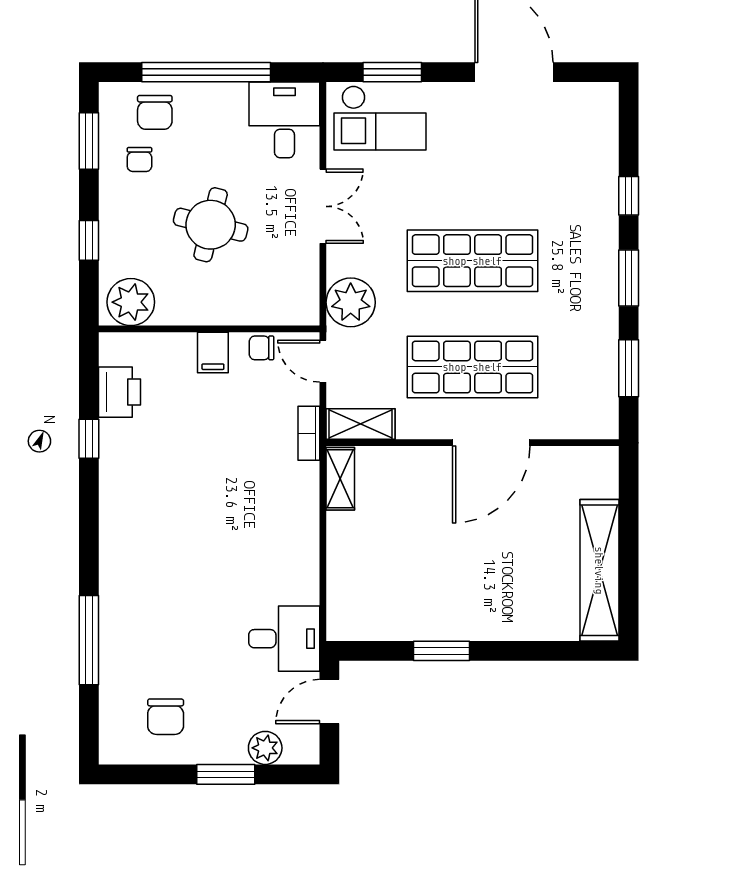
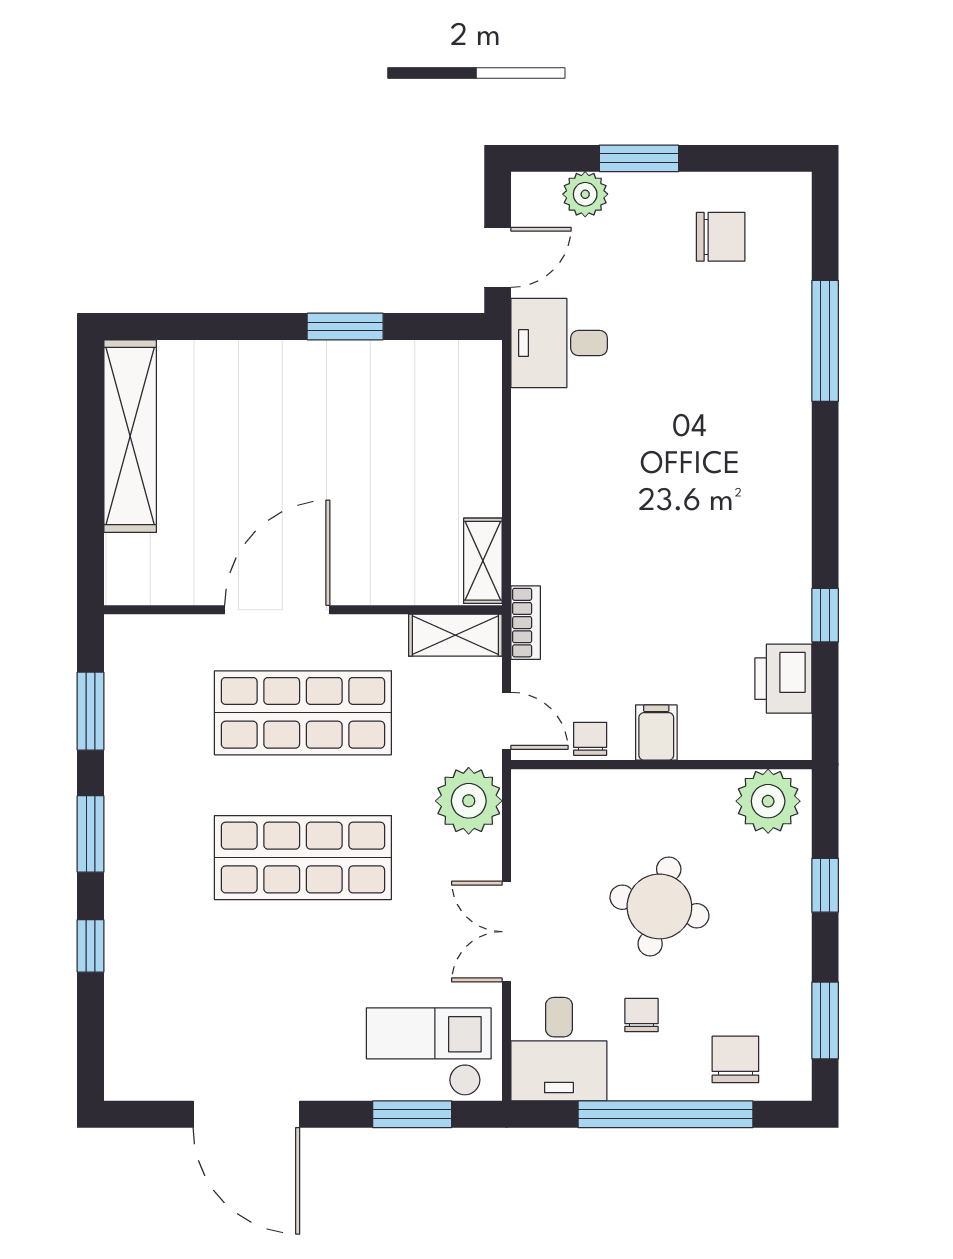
chair: (139, 160) -> (641, 1015), moved
chair: (262, 348) -> (590, 739), turned -90
chair: (166, 717) -> (721, 237), turned 90

